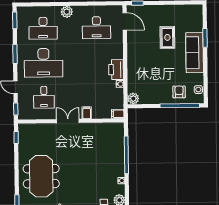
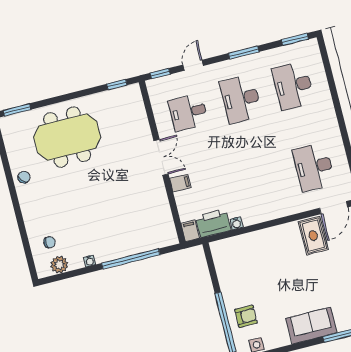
plant: (67, 12) -> (327, 116), removed
rug: (167, 37) -> (313, 236), moved, turned 90
sofa: (195, 53) -> (311, 326), width x0.73
desk: (43, 63) -> (241, 99), width x0.73, depth x0.77
printer: (116, 70) -> (213, 223), moved
plant: (133, 99) -> (219, 249), removed

